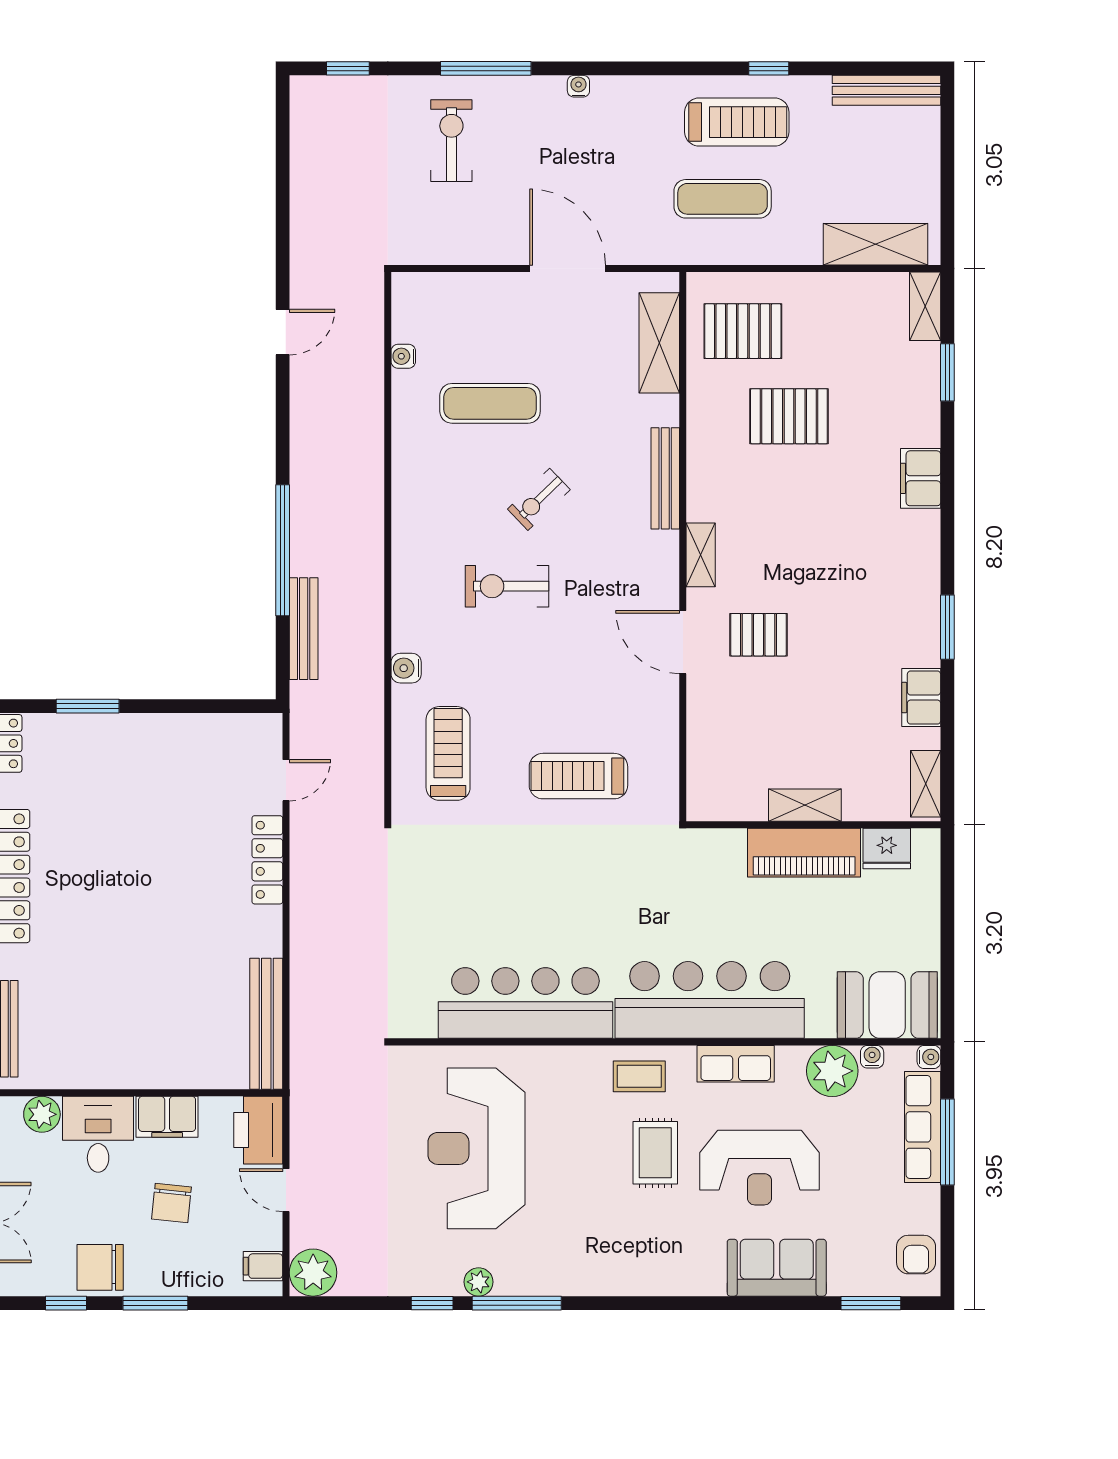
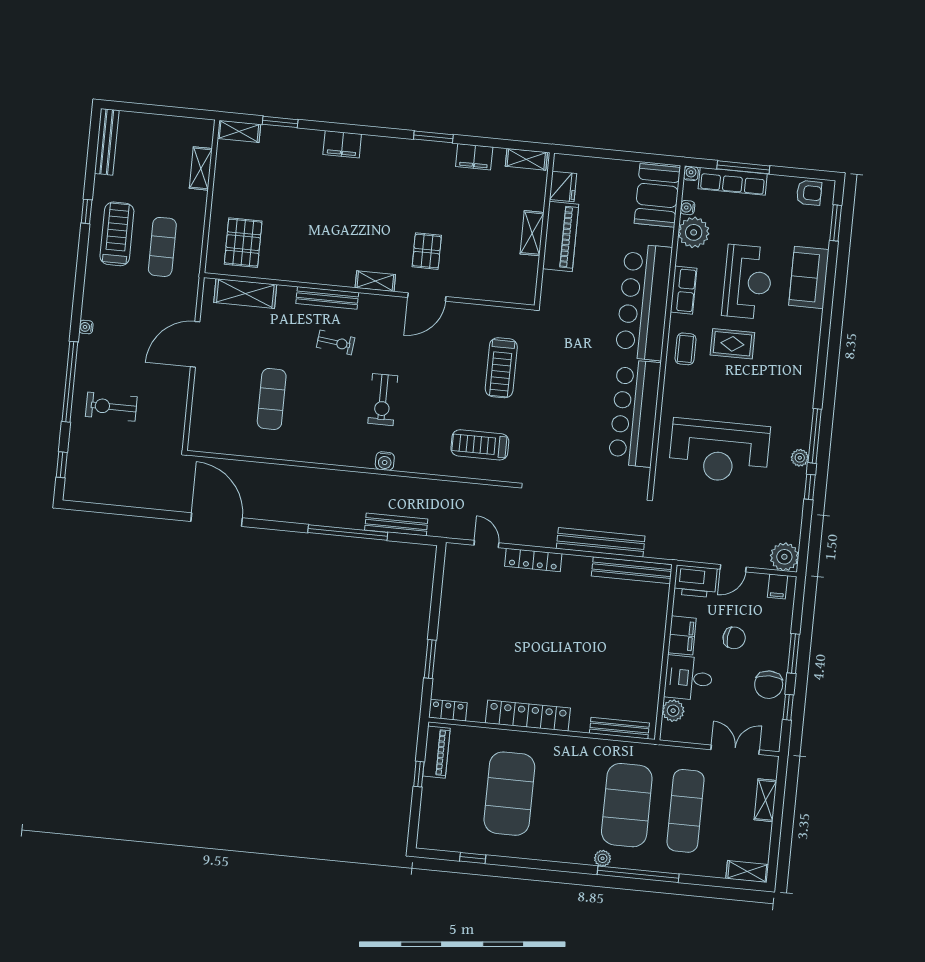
window: (486, 68) -> (70, 382), width x1.46
shelving: (875, 244) -> (201, 168), width x0.67, depth x0.75
door: (283, 332) -> (217, 520), width x1.87
water cooler: (403, 356) -> (238, 448), removed
pallet: (789, 416) -> (297, 220), removed
exercise bike: (539, 499) -> (336, 342), moved, turned -39
water cooler: (406, 668) -> (385, 461), moved
bench: (307, 968) -> (601, 542), added

